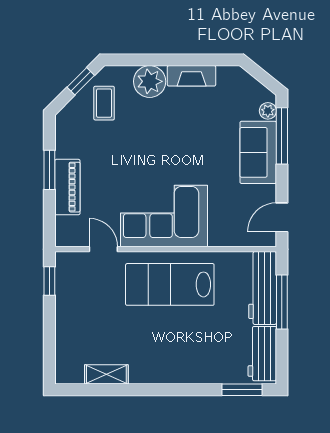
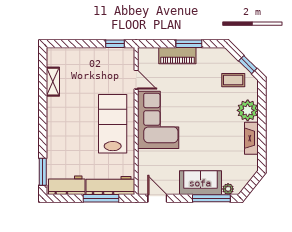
door: (103, 249) -> (136, 80), hinge flipped

